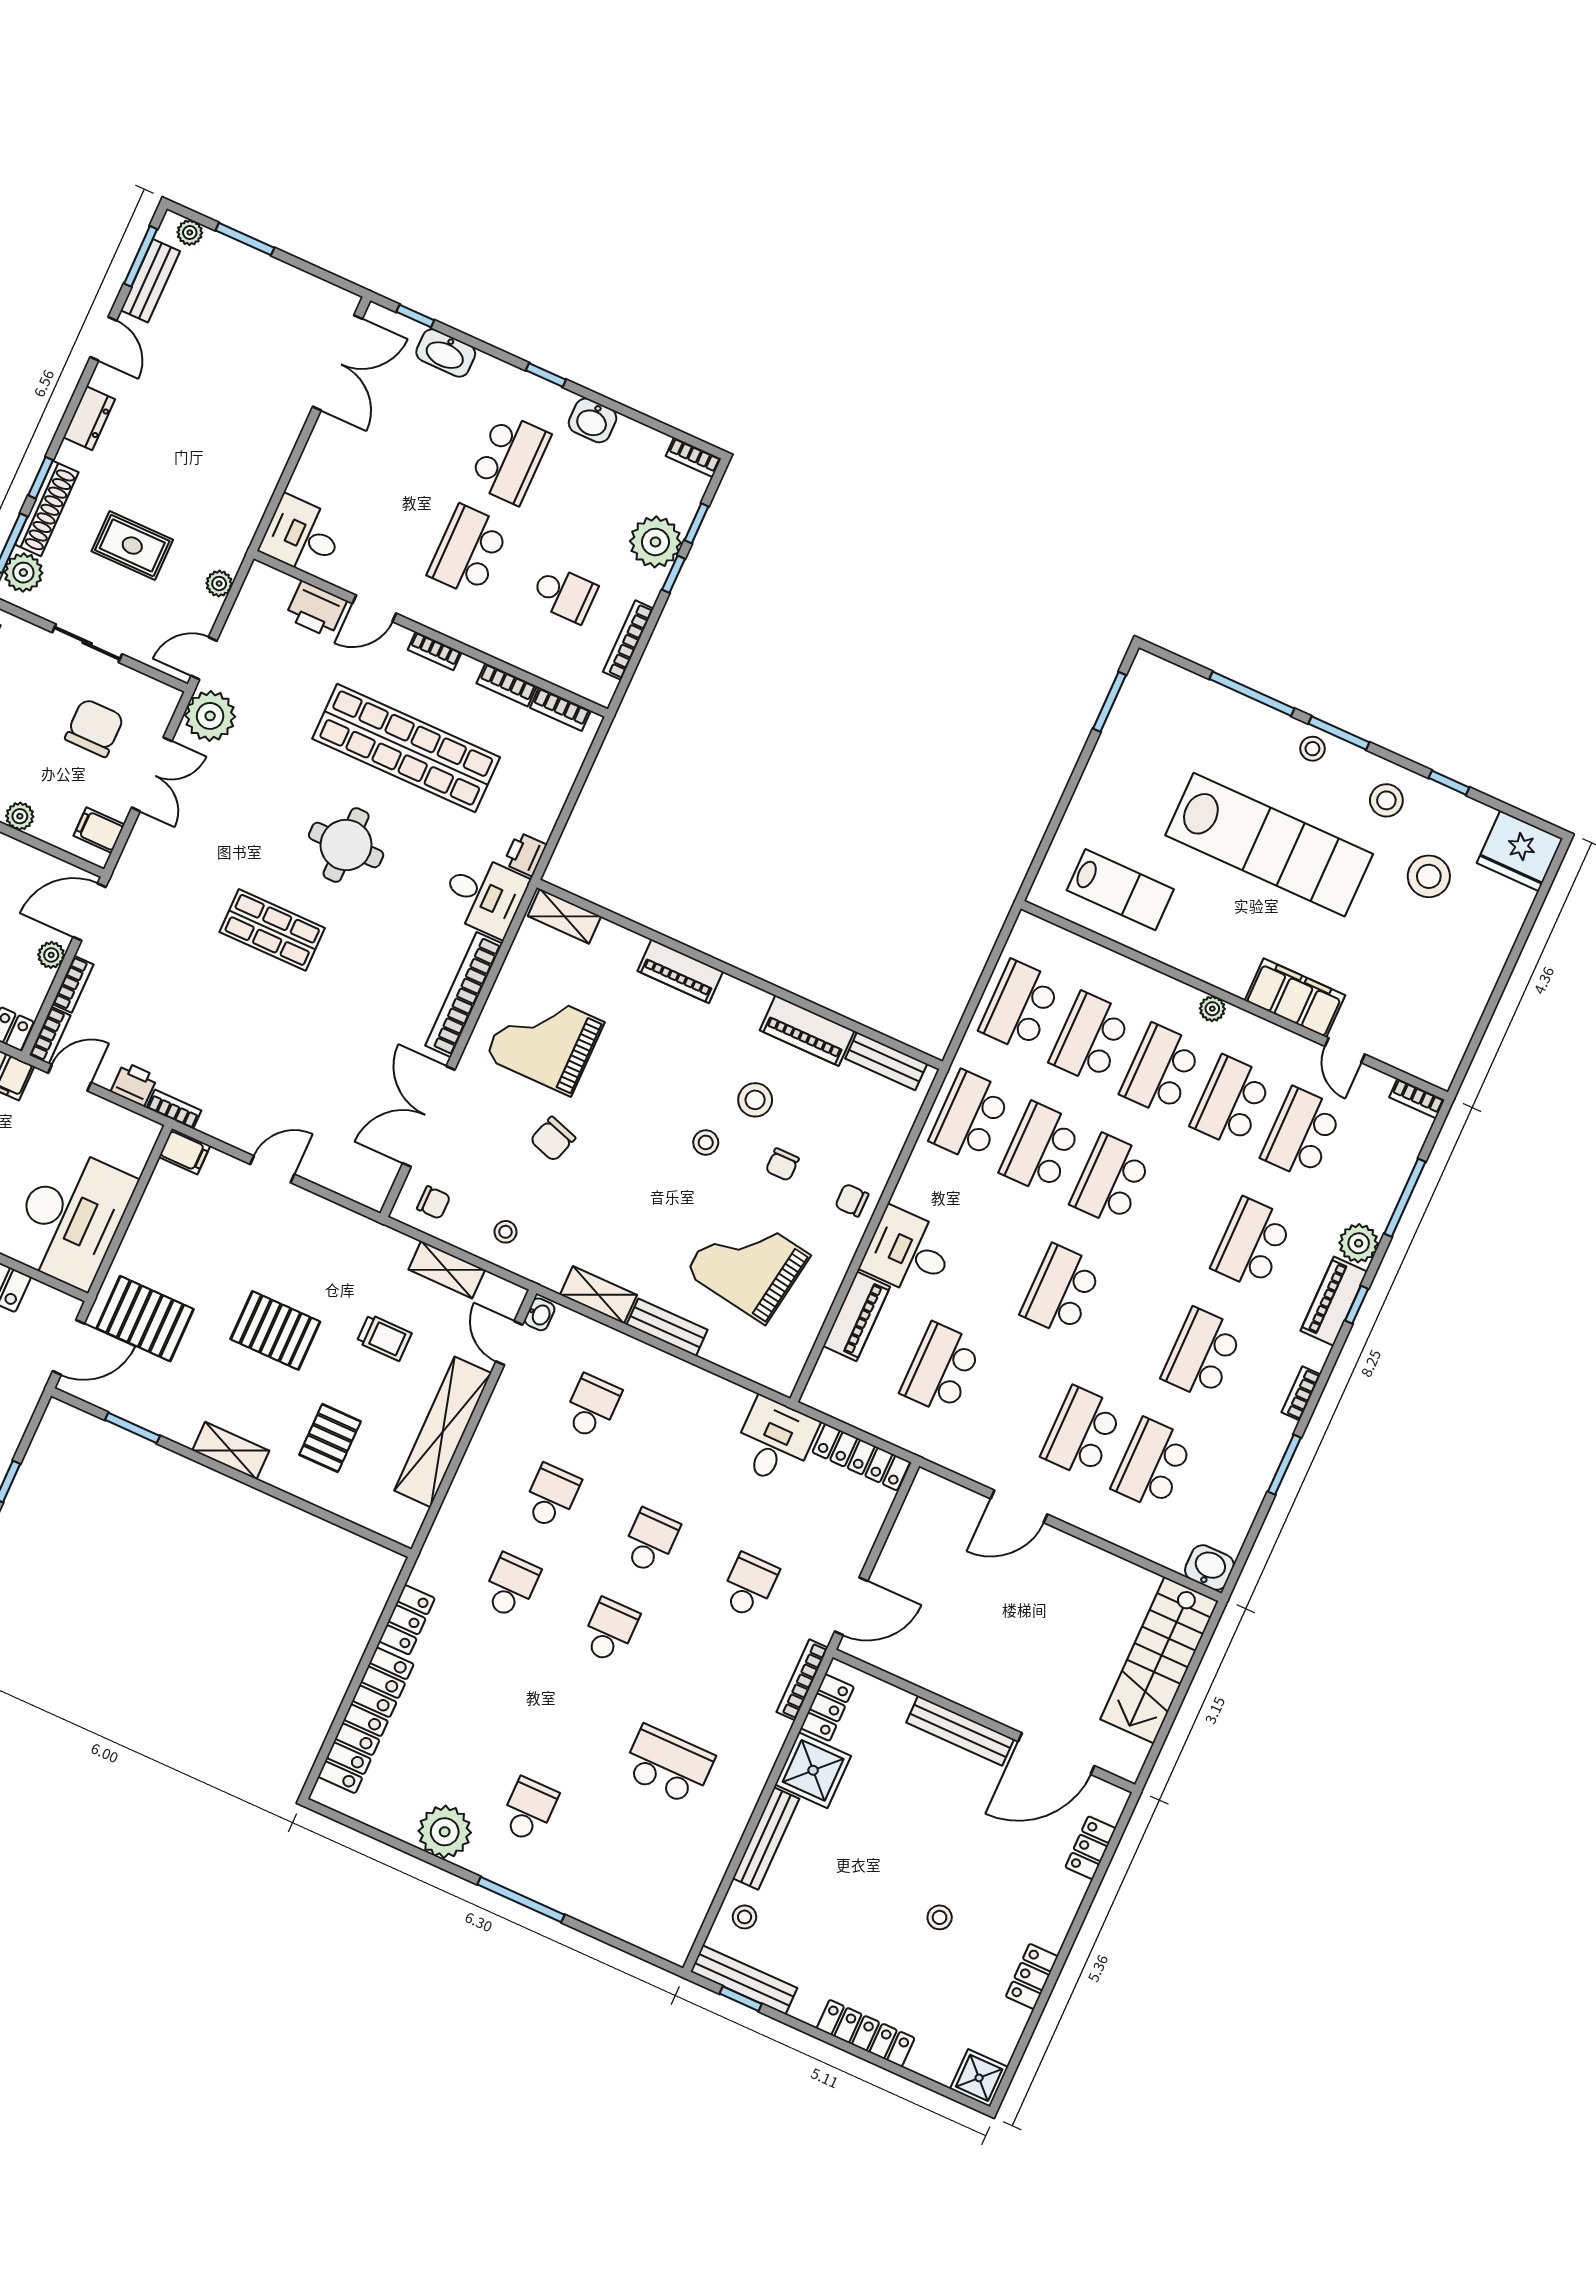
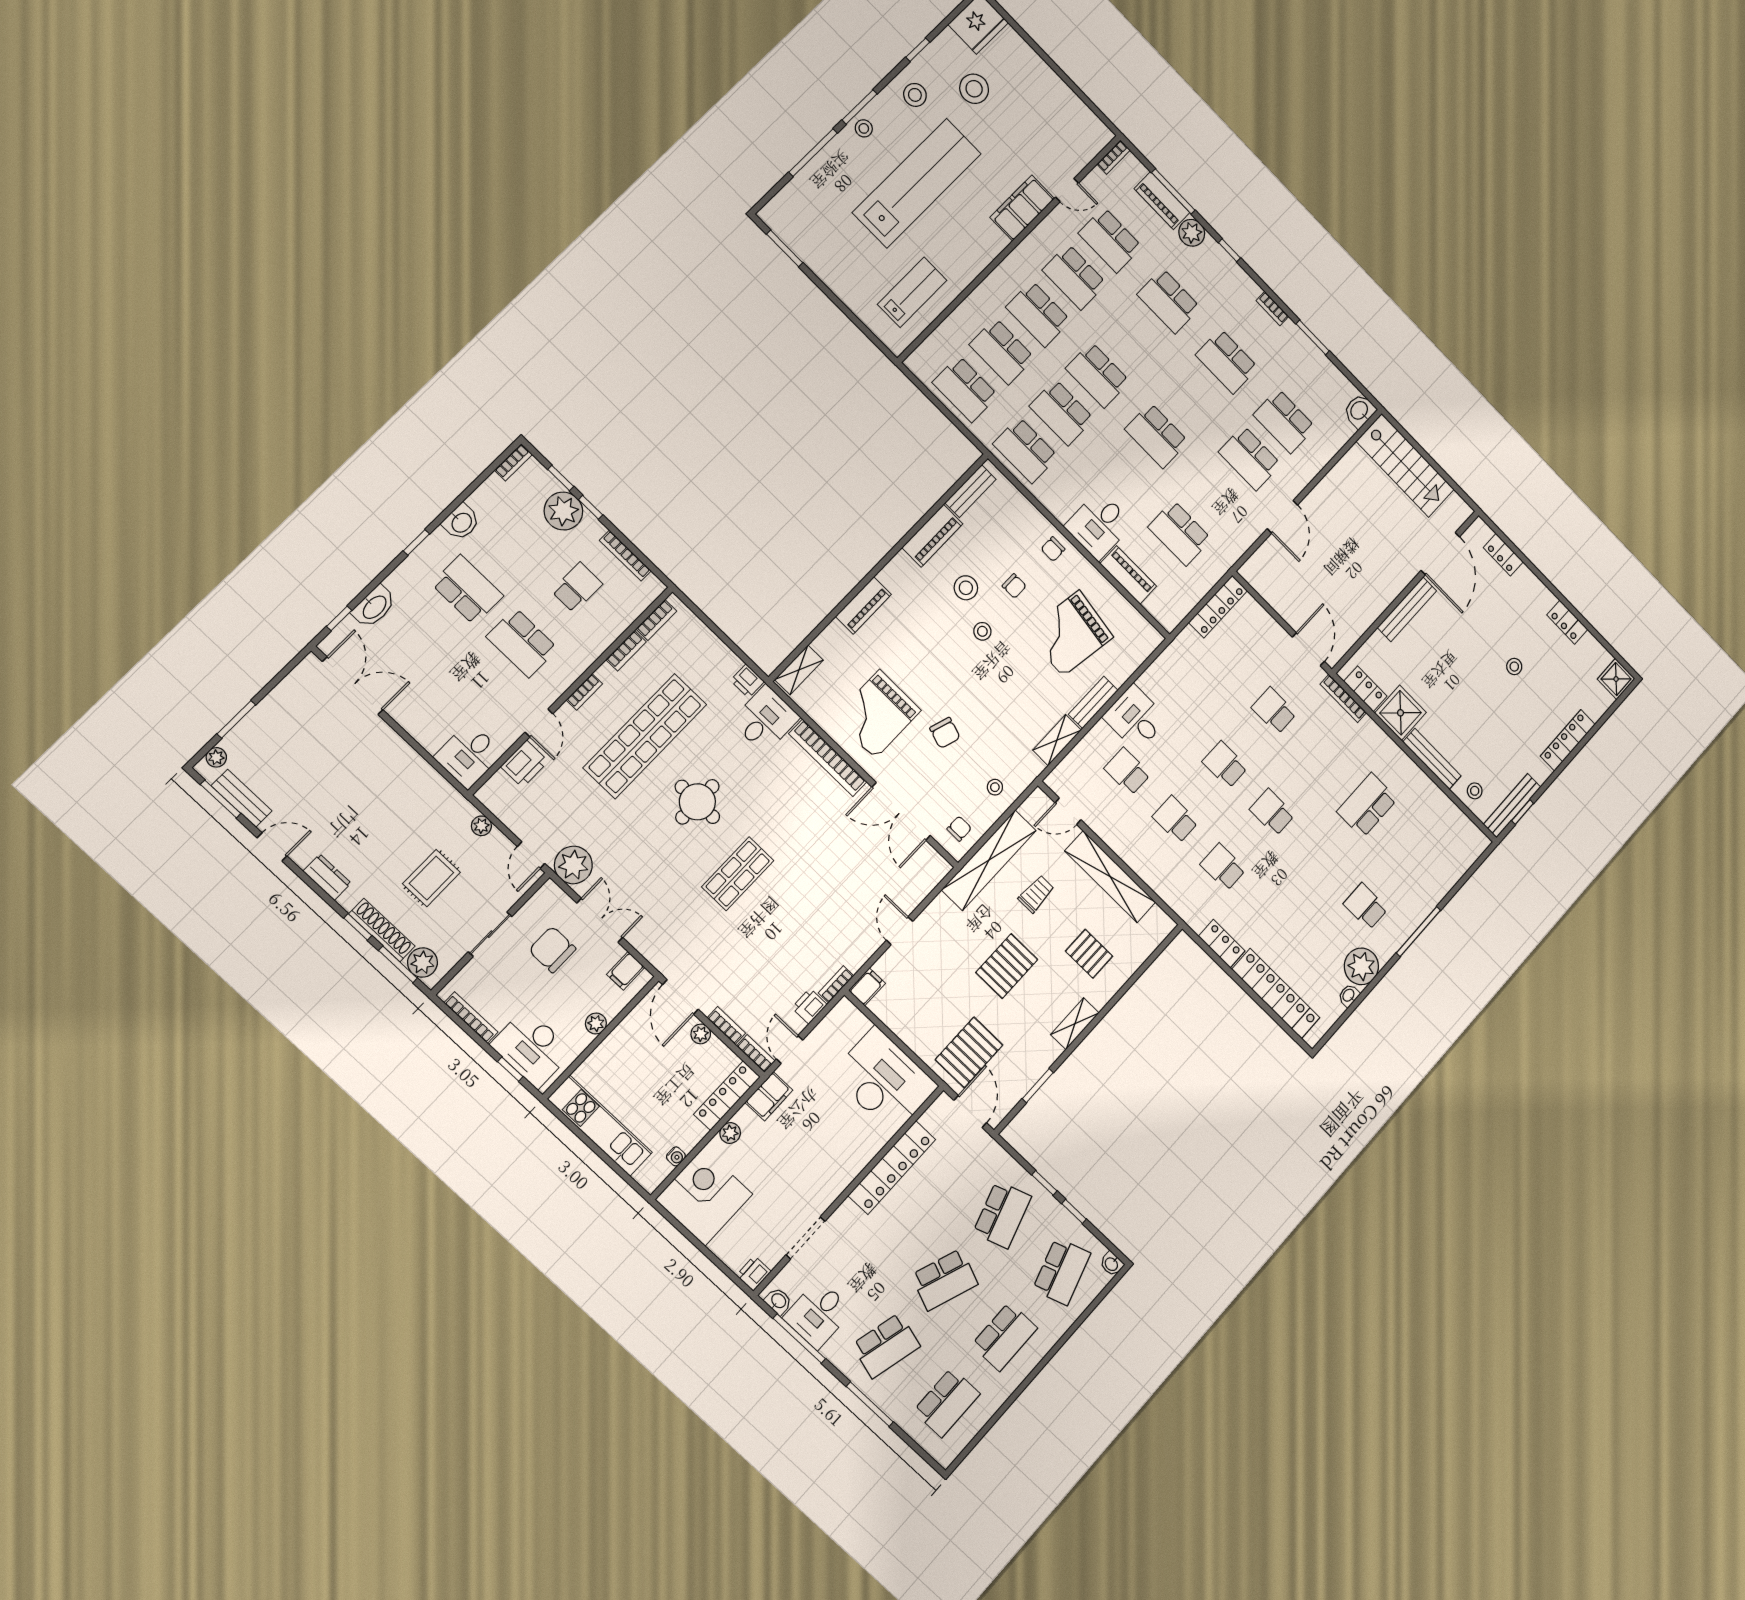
plant: (1212, 1009) -> (1011, 264), removed
shelving: (447, 1270) -> (989, 860), width x2.20, depth x1.33
piano: (1334, 1301) -> (1162, 201), moved
washbasin: (540, 1314) -> (1349, 995), moved, turned -90
desk: (775, 1441) -> (1135, 718), moved

